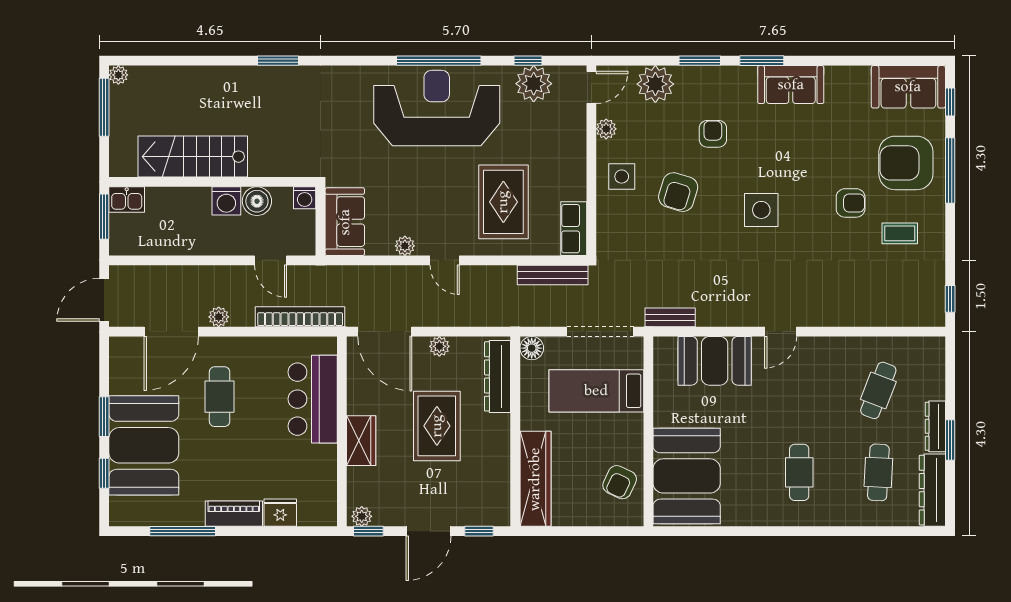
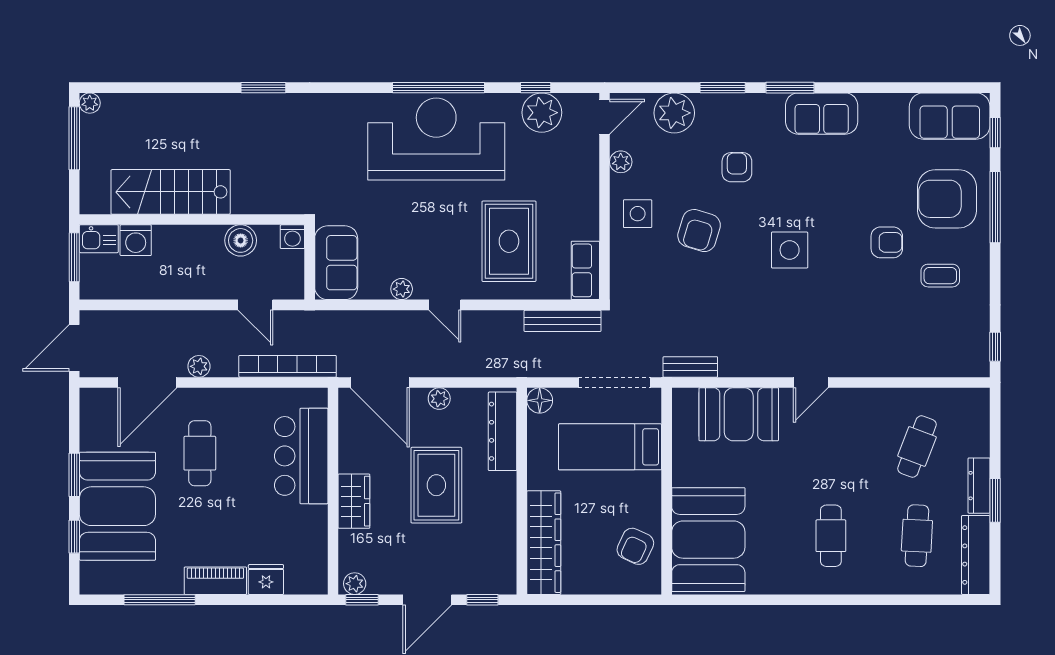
washing machine: (226, 201) -> (136, 240), moved

